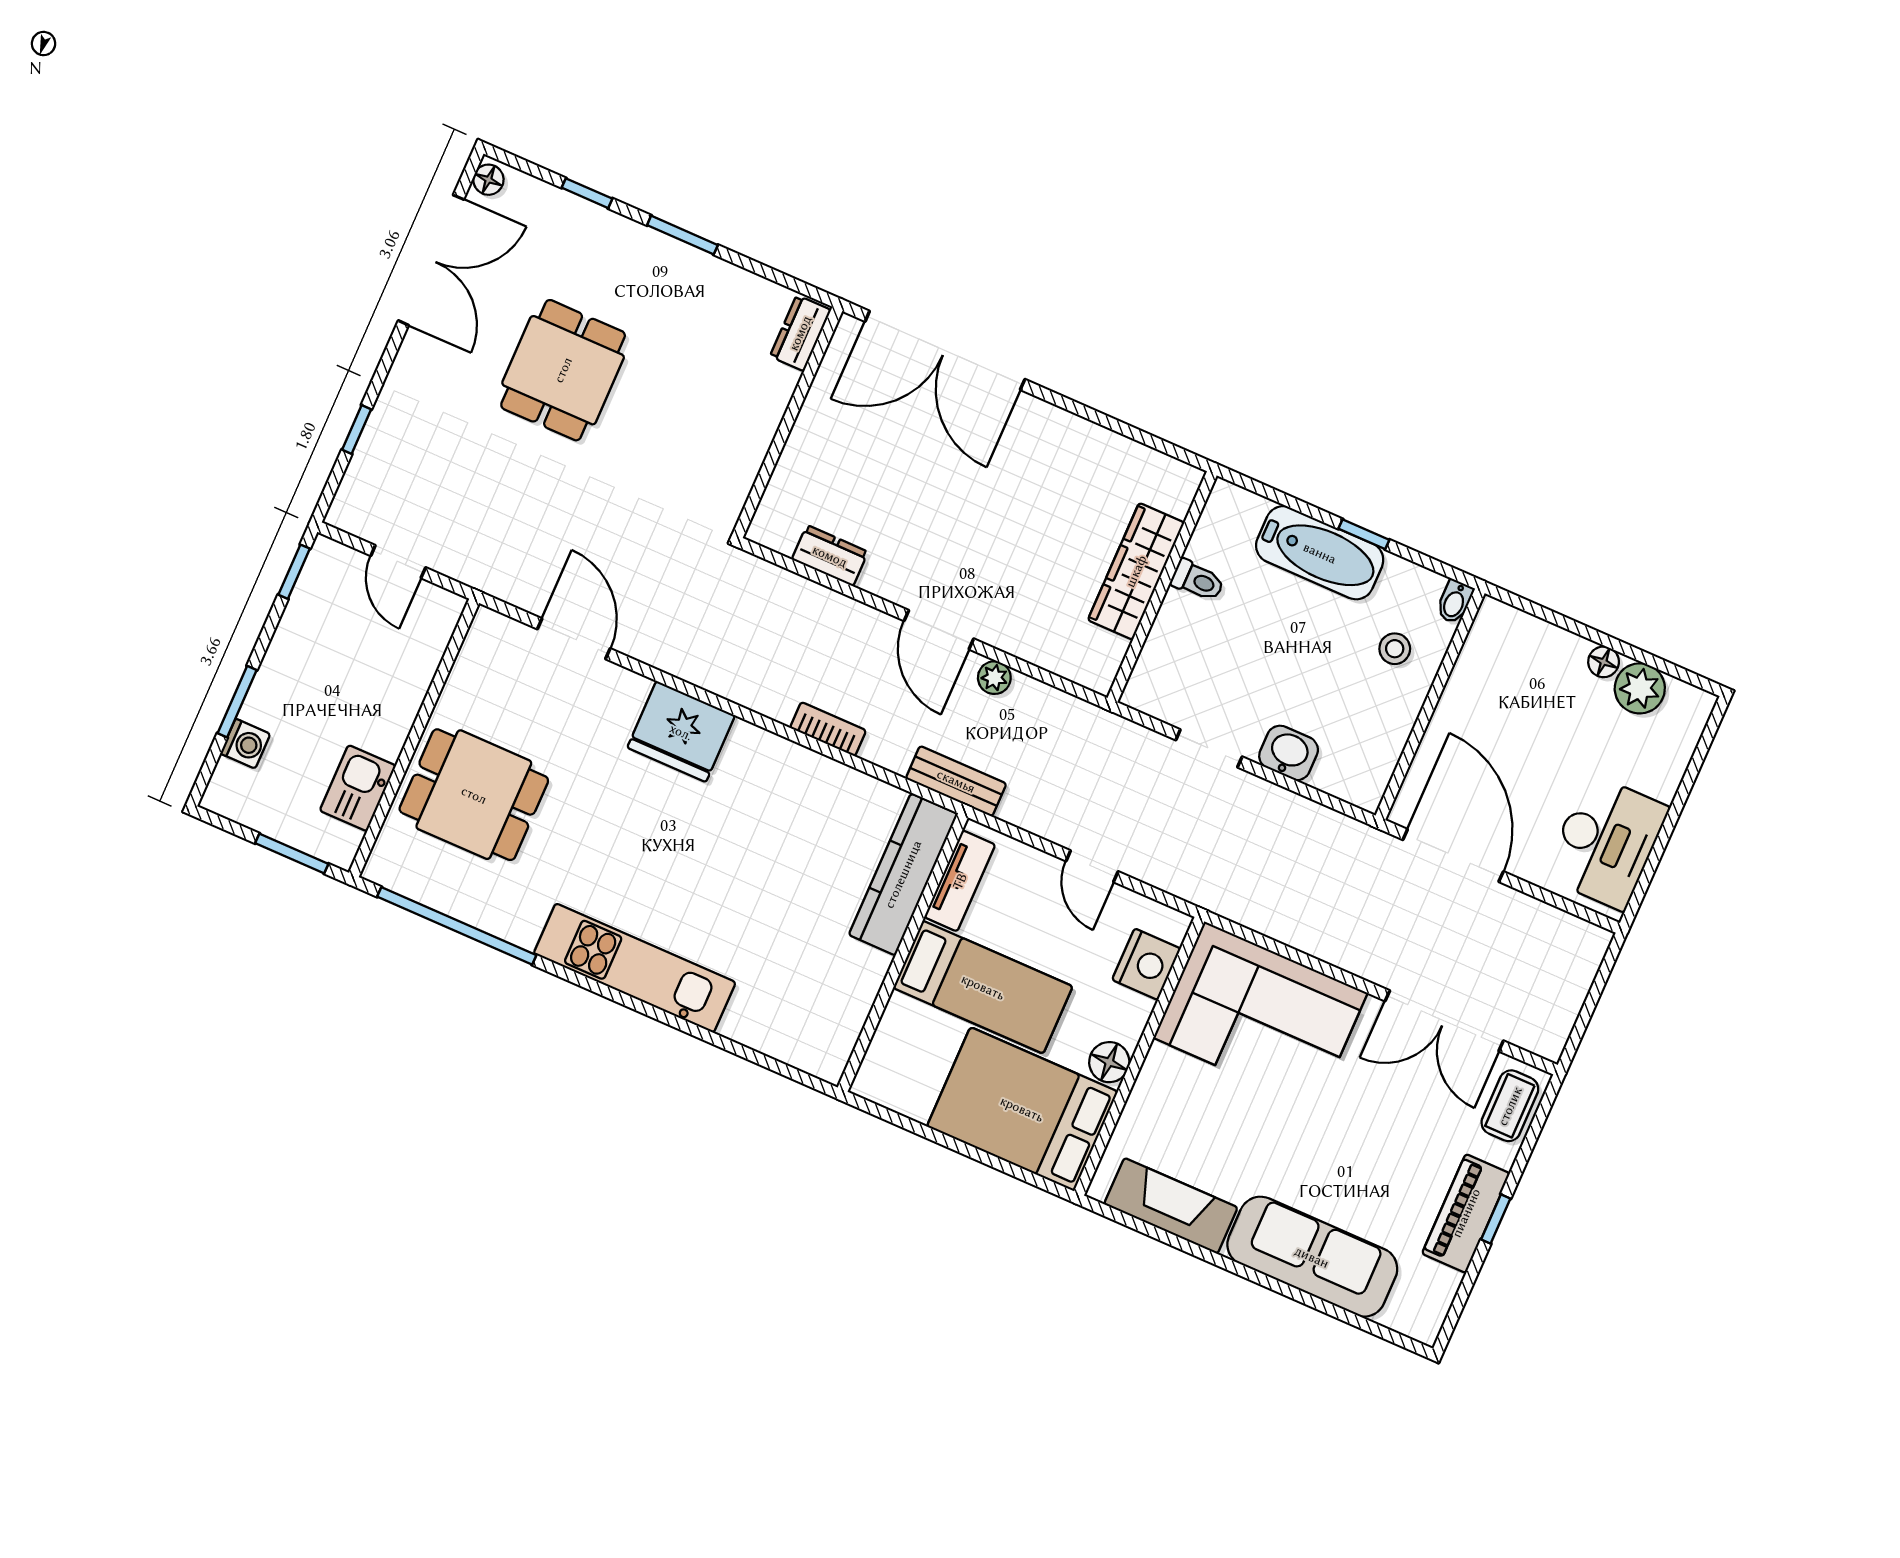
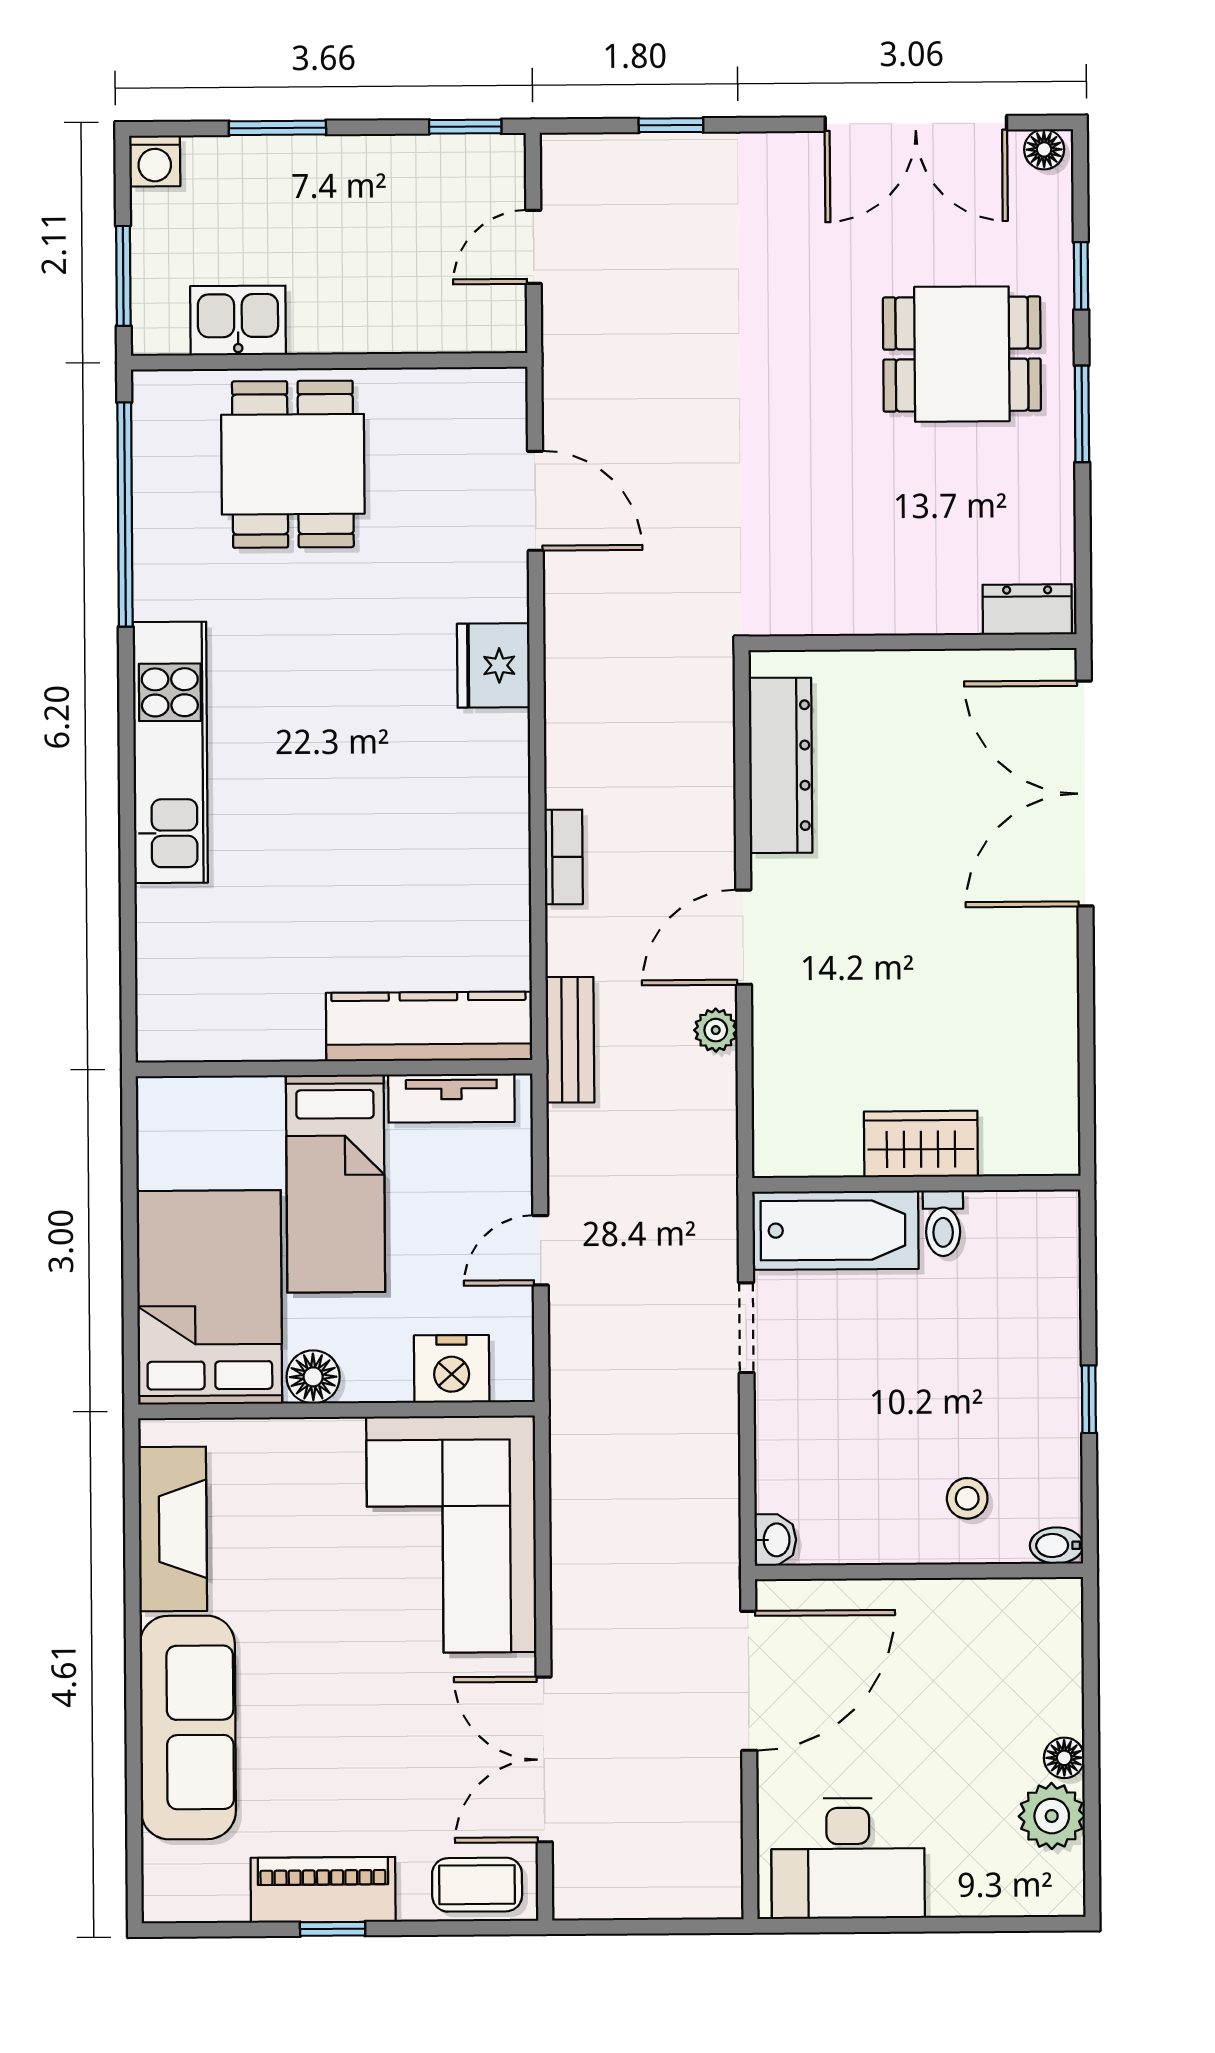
dining table: (563, 370) -> (962, 354), moved
bathtub: (1320, 553) -> (835, 1230), moved, turned -90
dresser: (830, 556) -> (780, 765), width x1.96, depth x1.24
wardrobe: (1136, 571) -> (921, 1144), width x0.67
door: (574, 639) -> (535, 501), hinge flipped
fridge: (681, 732) -> (493, 665), width x0.73, depth x0.75
washing machine: (245, 744) -> (155, 161), moved
washbasin: (1289, 753) -> (775, 1540), moved, width x0.72, depth x0.69

